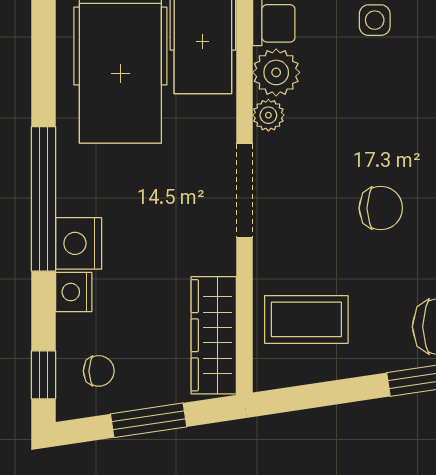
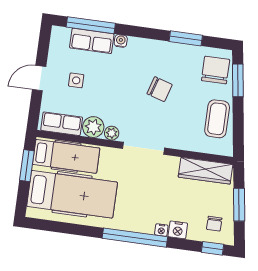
chair: (381, 208) -> (160, 89), turned 107
nightstand: (79, 243) -> (161, 230), width x0.53, depth x0.56
coffee table: (306, 319) -> (217, 119), moved
chair: (99, 371) -> (214, 224), turned 180

